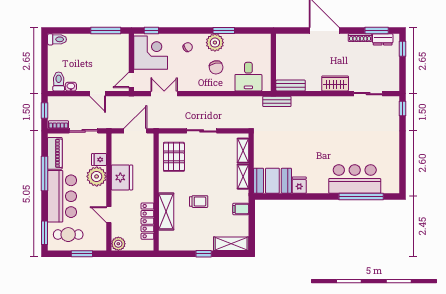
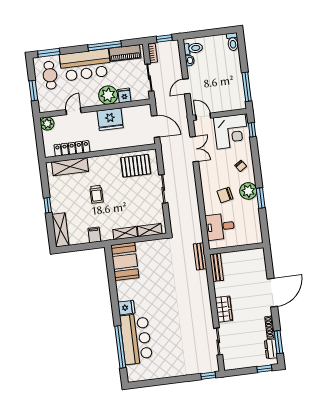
fridge: (299, 185) -> (126, 308), moved
shelving: (166, 212) -> (70, 167), moved

